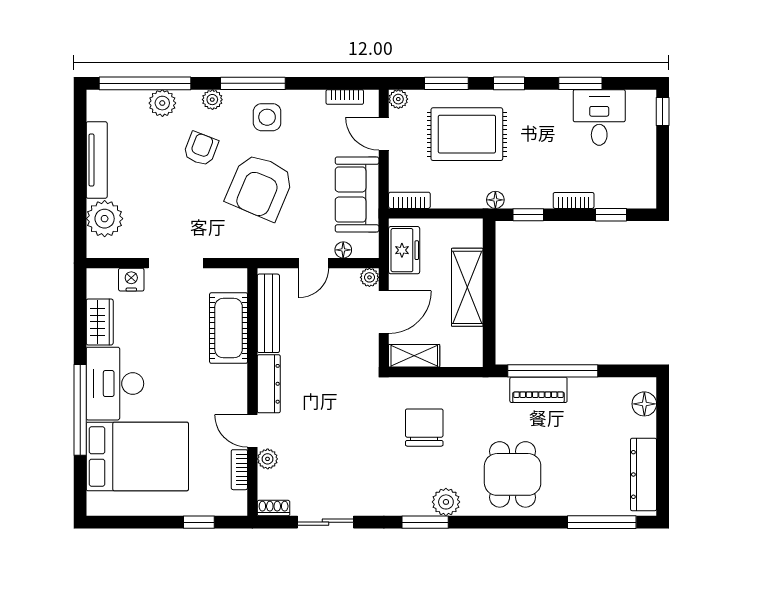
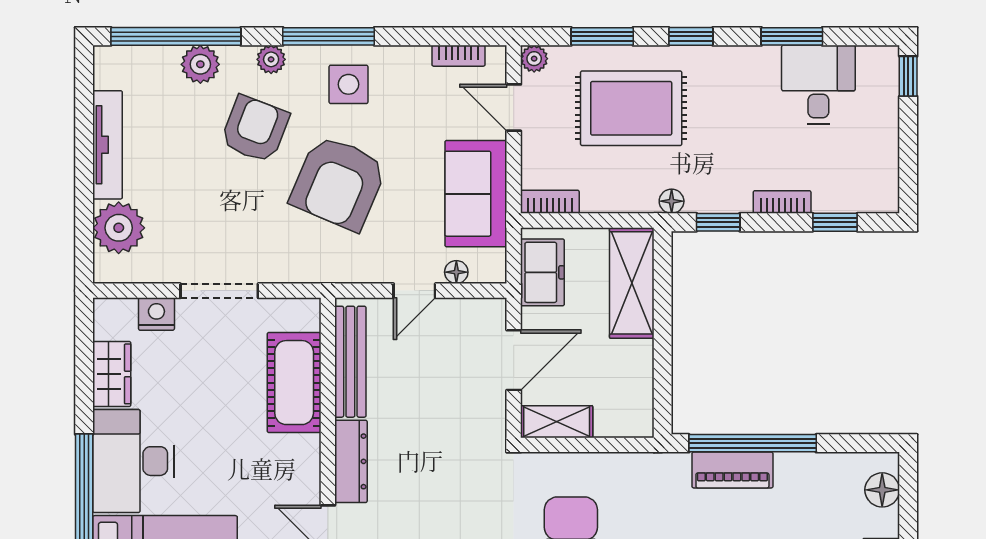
armchair: (201, 149) -> (255, 129), width x1.38, depth x1.38
plant: (369, 277) -> (493, 311), removed
shelving: (467, 287) -> (632, 283), moved

